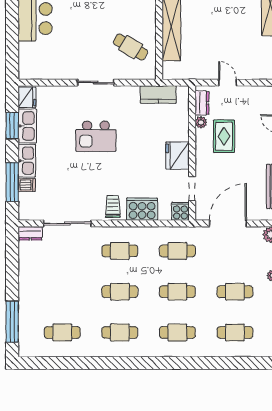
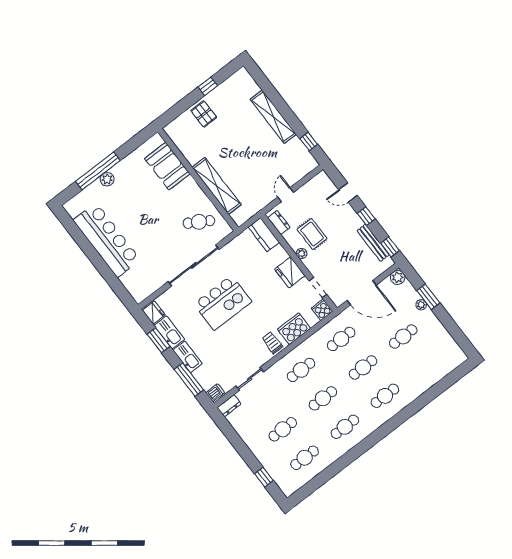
sliding door: (96, 83) -> (194, 265), width x1.86
door: (227, 83) -> (286, 195), hinge flipped
kitchen counter: (158, 95) -> (264, 235), moved, turned 90
plant: (201, 122) -> (302, 254), moved
kitchen island: (96, 136) -> (223, 303), width x1.37, depth x1.28
dishwasher: (27, 185) -> (215, 393), moved
sliding door: (67, 223) -> (250, 379), width x0.73
door: (228, 223) -> (362, 293), swing flipped
window: (12, 322) -> (264, 477), width x0.46
cafe table: (235, 332) -> (283, 429), moved

